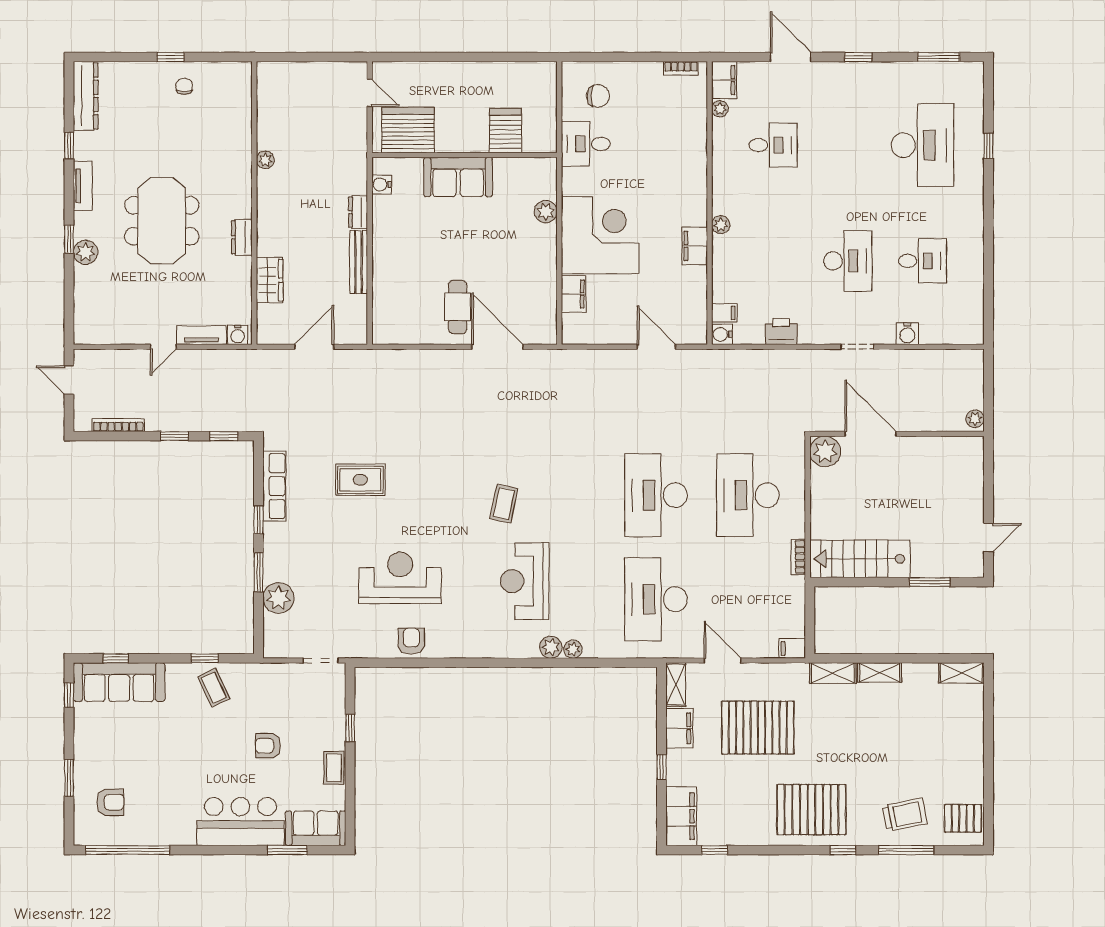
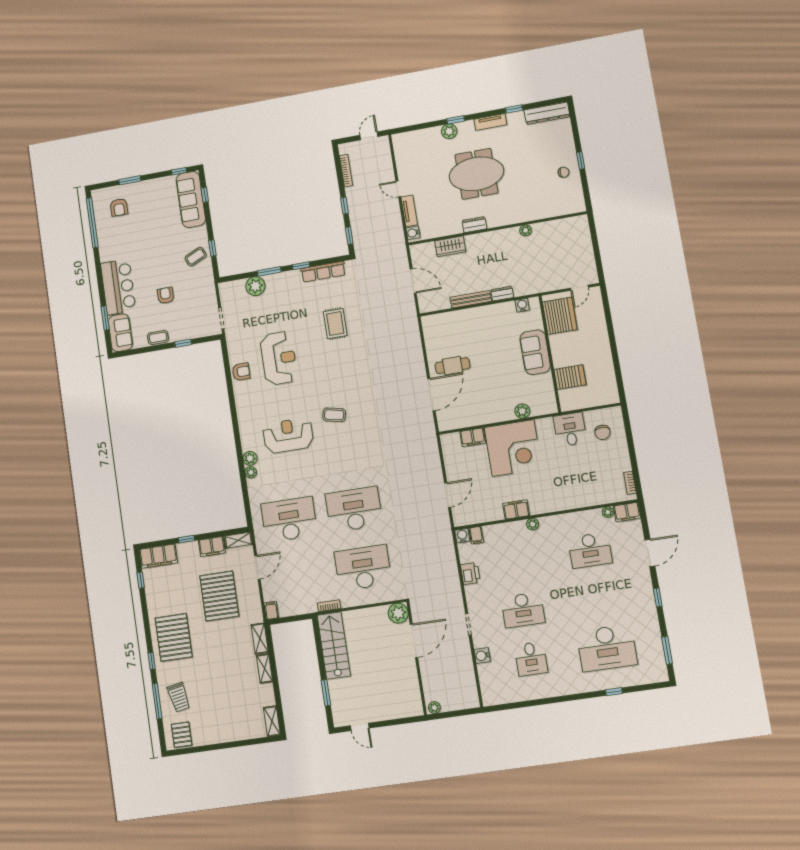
desk: (773, 145) -> (590, 550), width x1.37

